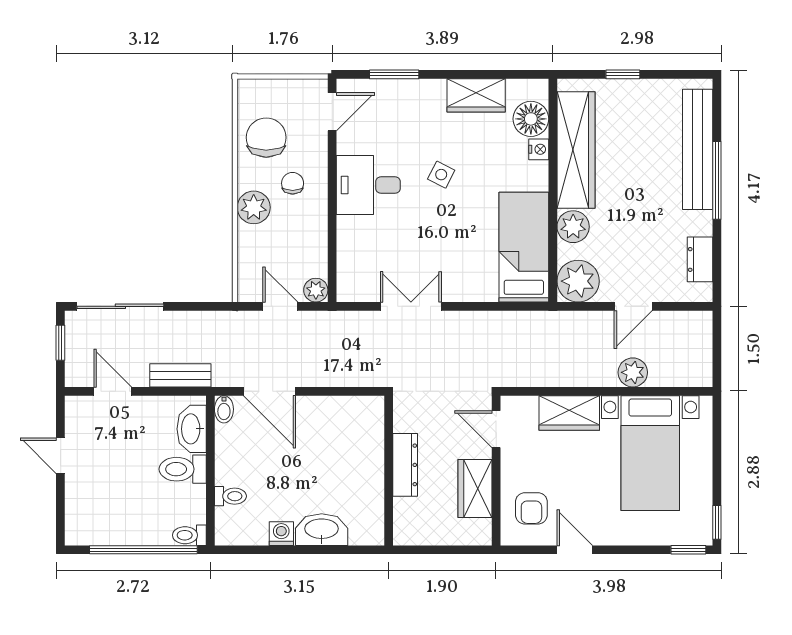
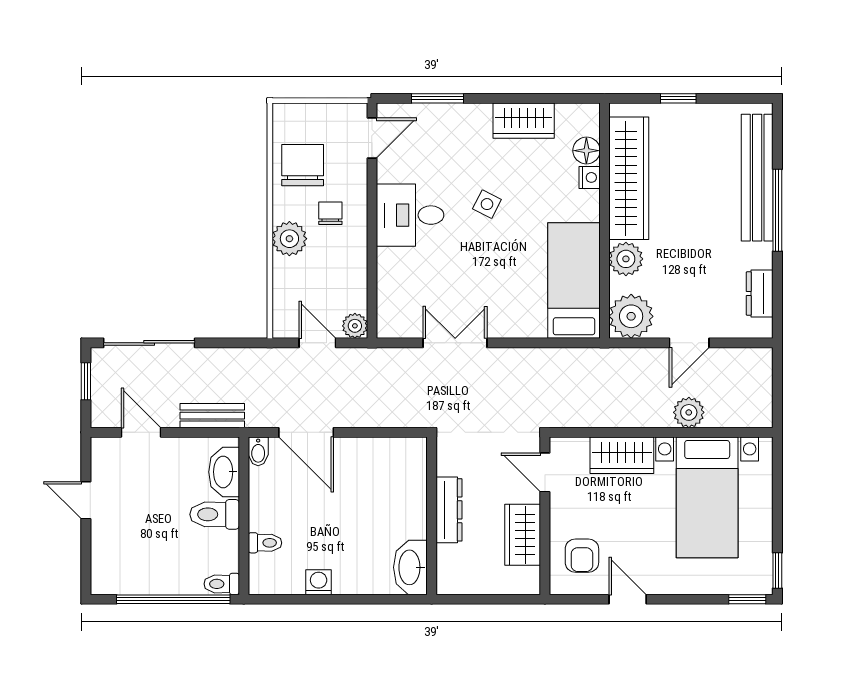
floor lamp: (531, 119) -> (586, 151), width x0.73, depth x0.73
washbasin: (322, 530) -> (410, 567), moved, turned -90

